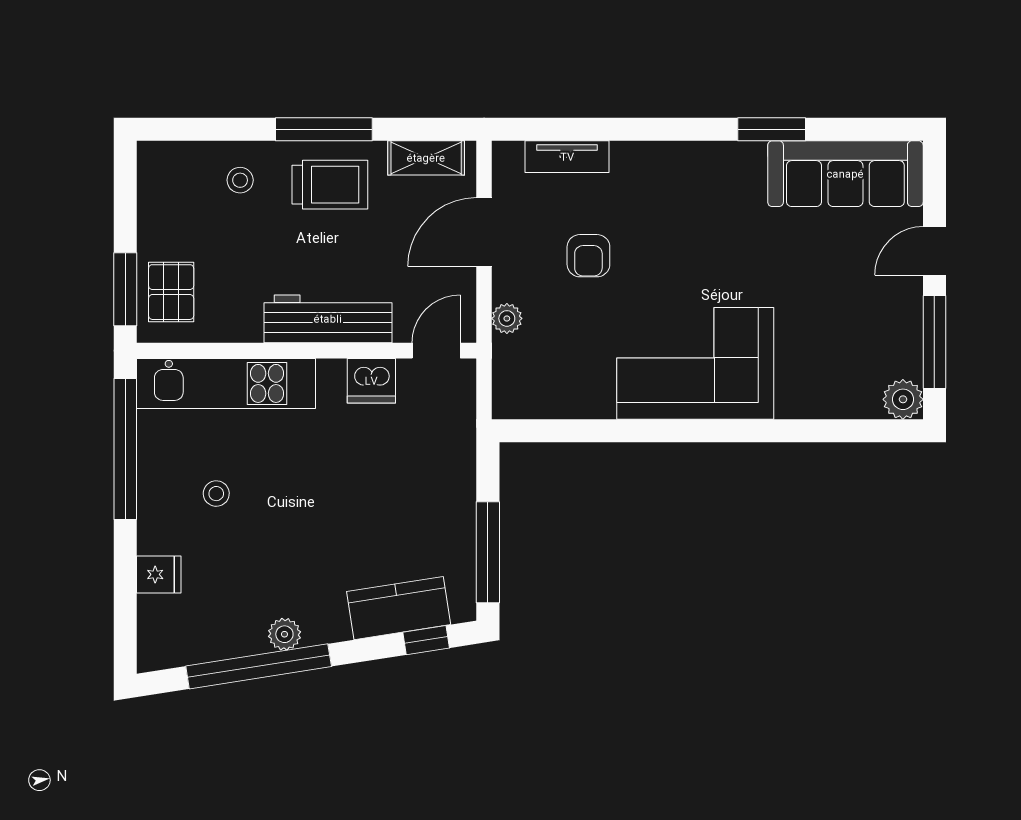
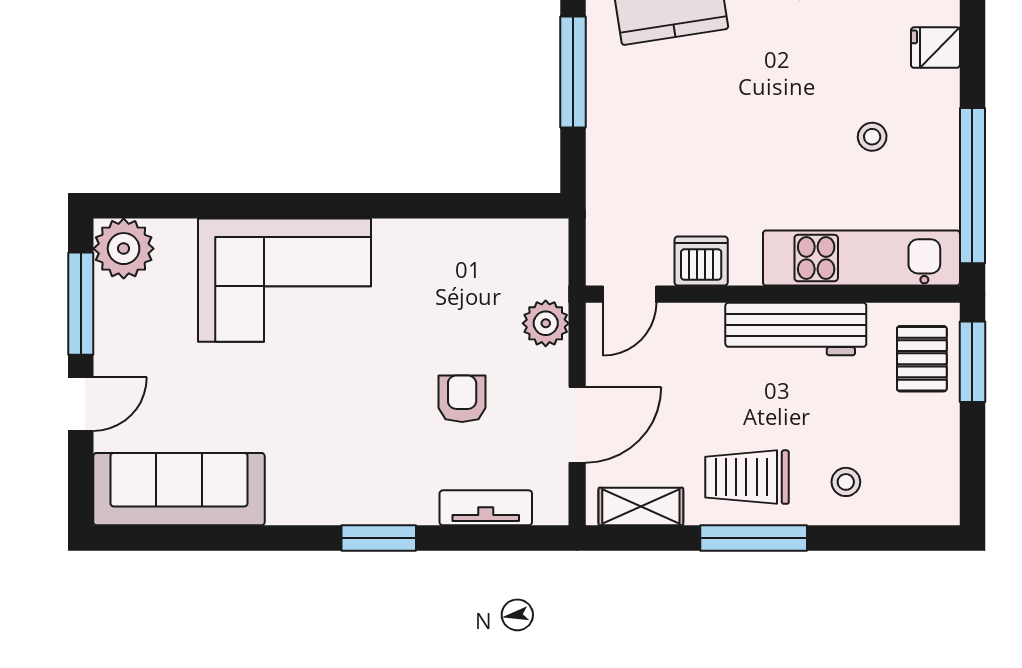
window: (772, 129) -> (379, 538), moved
plant: (507, 318) -> (546, 323), width x1.38, depth x1.38
workbench: (328, 319) -> (796, 329), moved
corner sofa: (695, 363) -> (285, 280), moved
plant: (903, 399) -> (124, 249), width x1.36, depth x1.36

